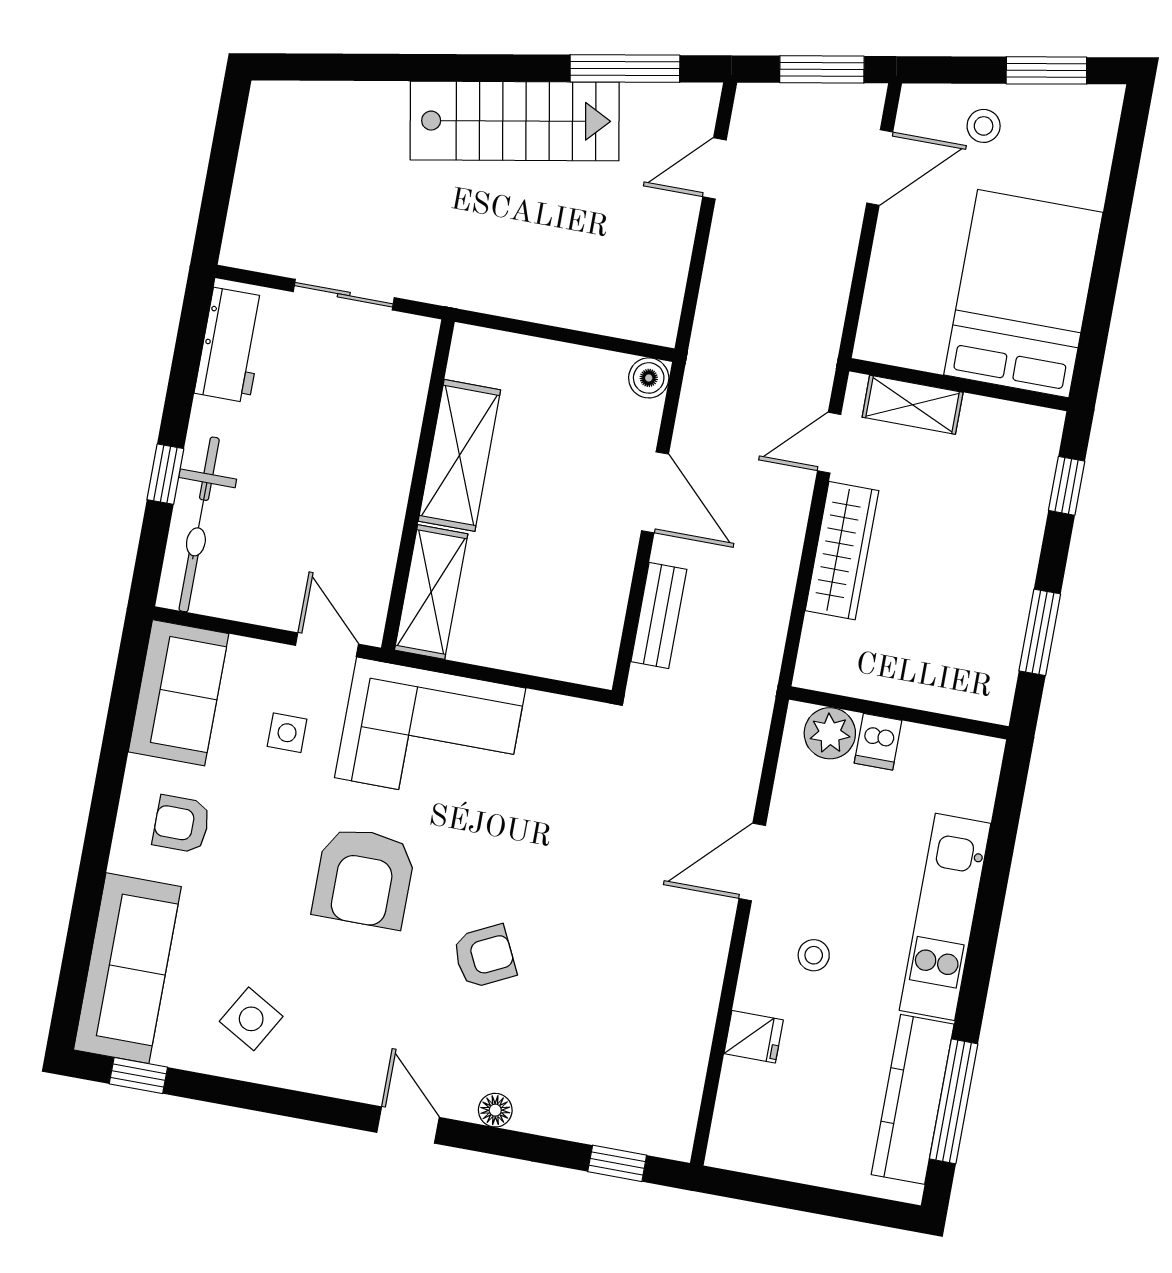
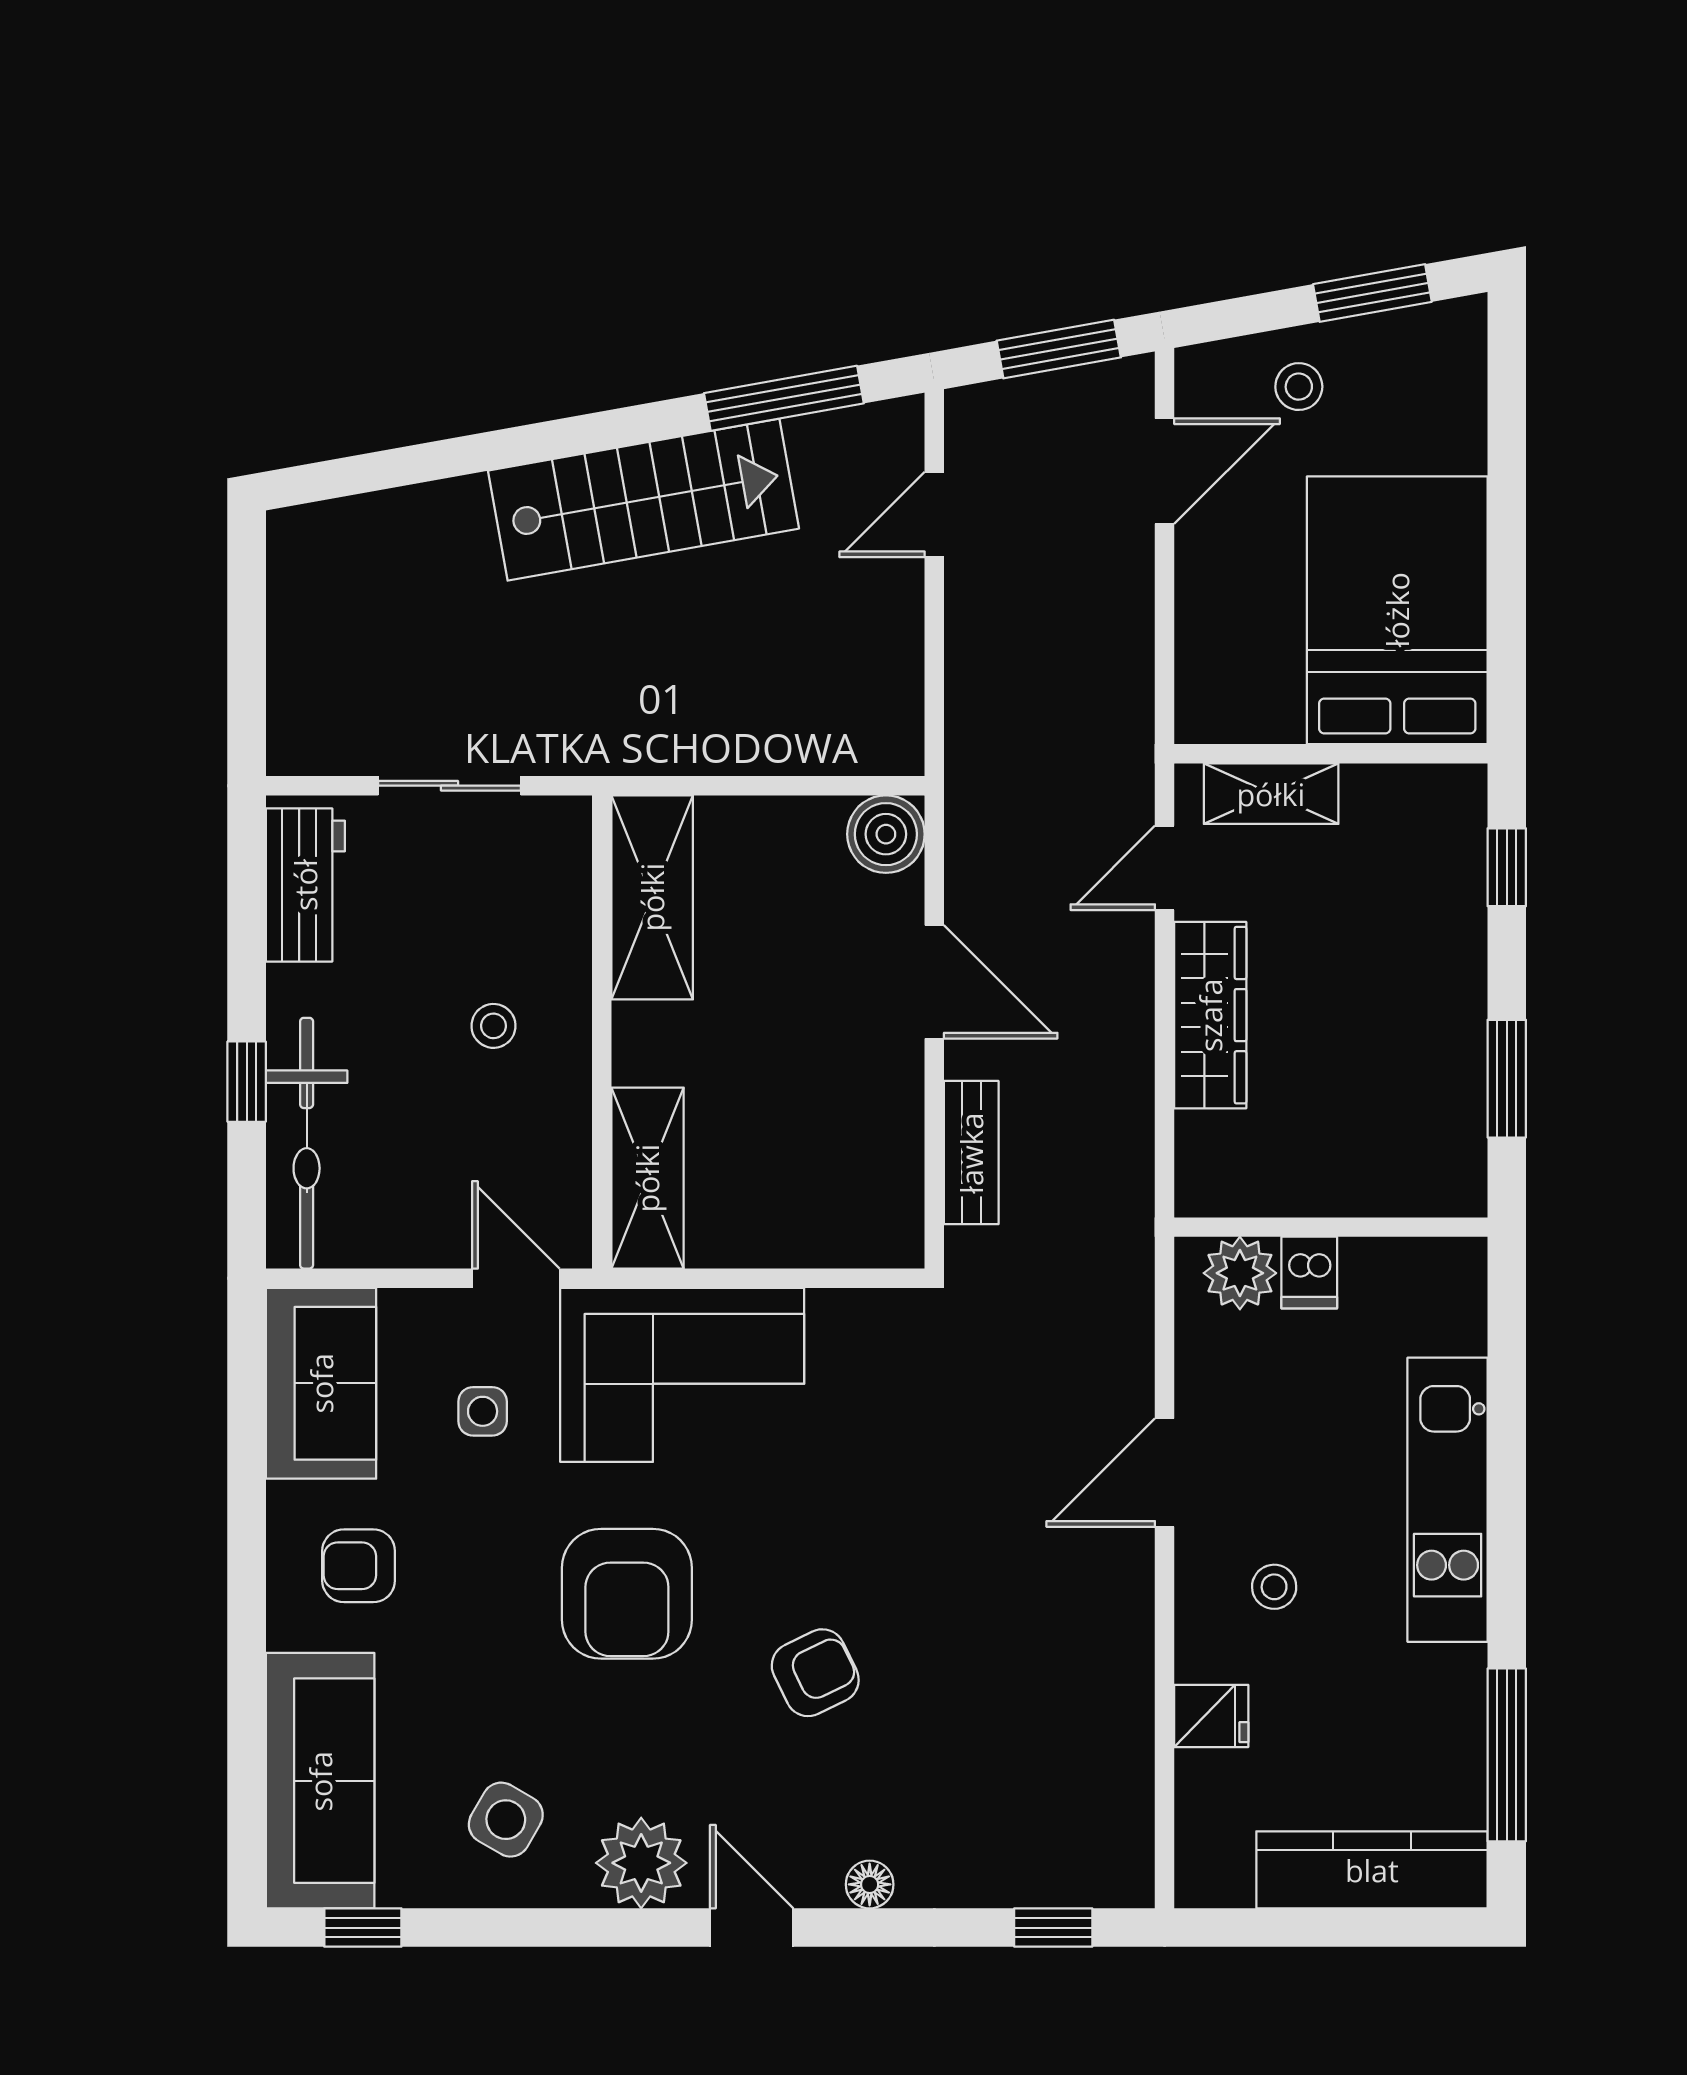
boiler: (649, 378) -> (886, 834), width x1.36, depth x1.36
shelving: (459, 455) -> (652, 897), moved
stool: (344, 467) -> (493, 1026), added
plant: (340, 1066) -> (641, 1863), added
kitchen counter: (913, 1099) -> (1372, 1870), moved, turned 90

